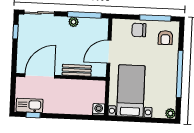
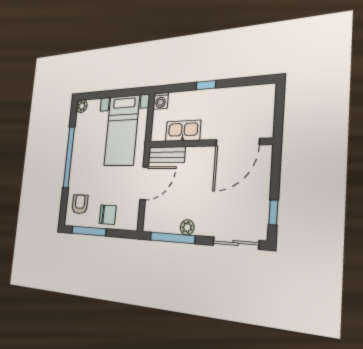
bench: (77, 70) -> (167, 155), moved
kitchen sink: (30, 105) -> (183, 131), moved, turned 180
window: (33, 115) -> (206, 85), moved

